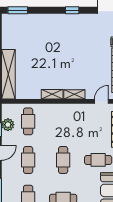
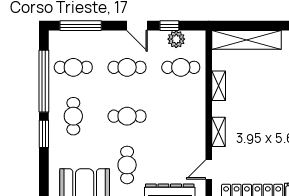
shelving: (52, 94) -> (219, 86), moved
door: (101, 101) -> (209, 169), swing flipped

